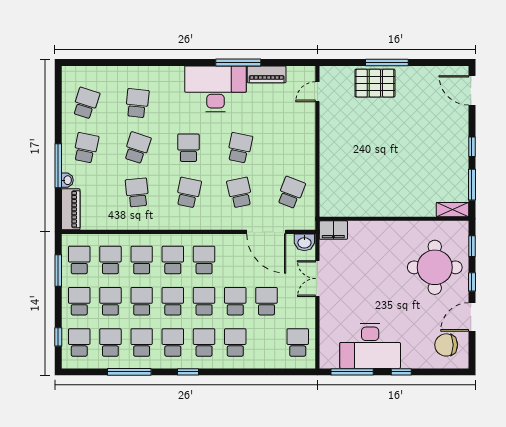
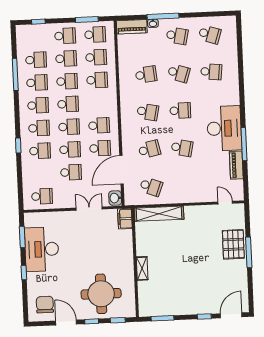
window: (472, 147) -> (204, 316), moved
shelving: (328, 183) -> (159, 214), added
shelving: (453, 210) -> (142, 268), moved
school desk: (173, 260) -> (100, 148), moved
school desk: (79, 342) -> (35, 37), removed
window: (188, 372) -> (18, 145), moved
window: (352, 372) -> (22, 237), width x0.69

